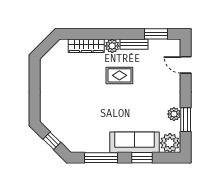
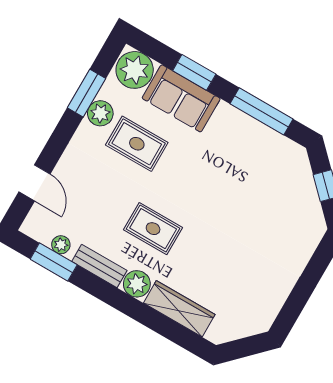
plant: (157, 44) -> (61, 245), added
rug: (149, 110) -> (137, 144), added
sofa: (135, 142) -> (181, 98), width x0.73

